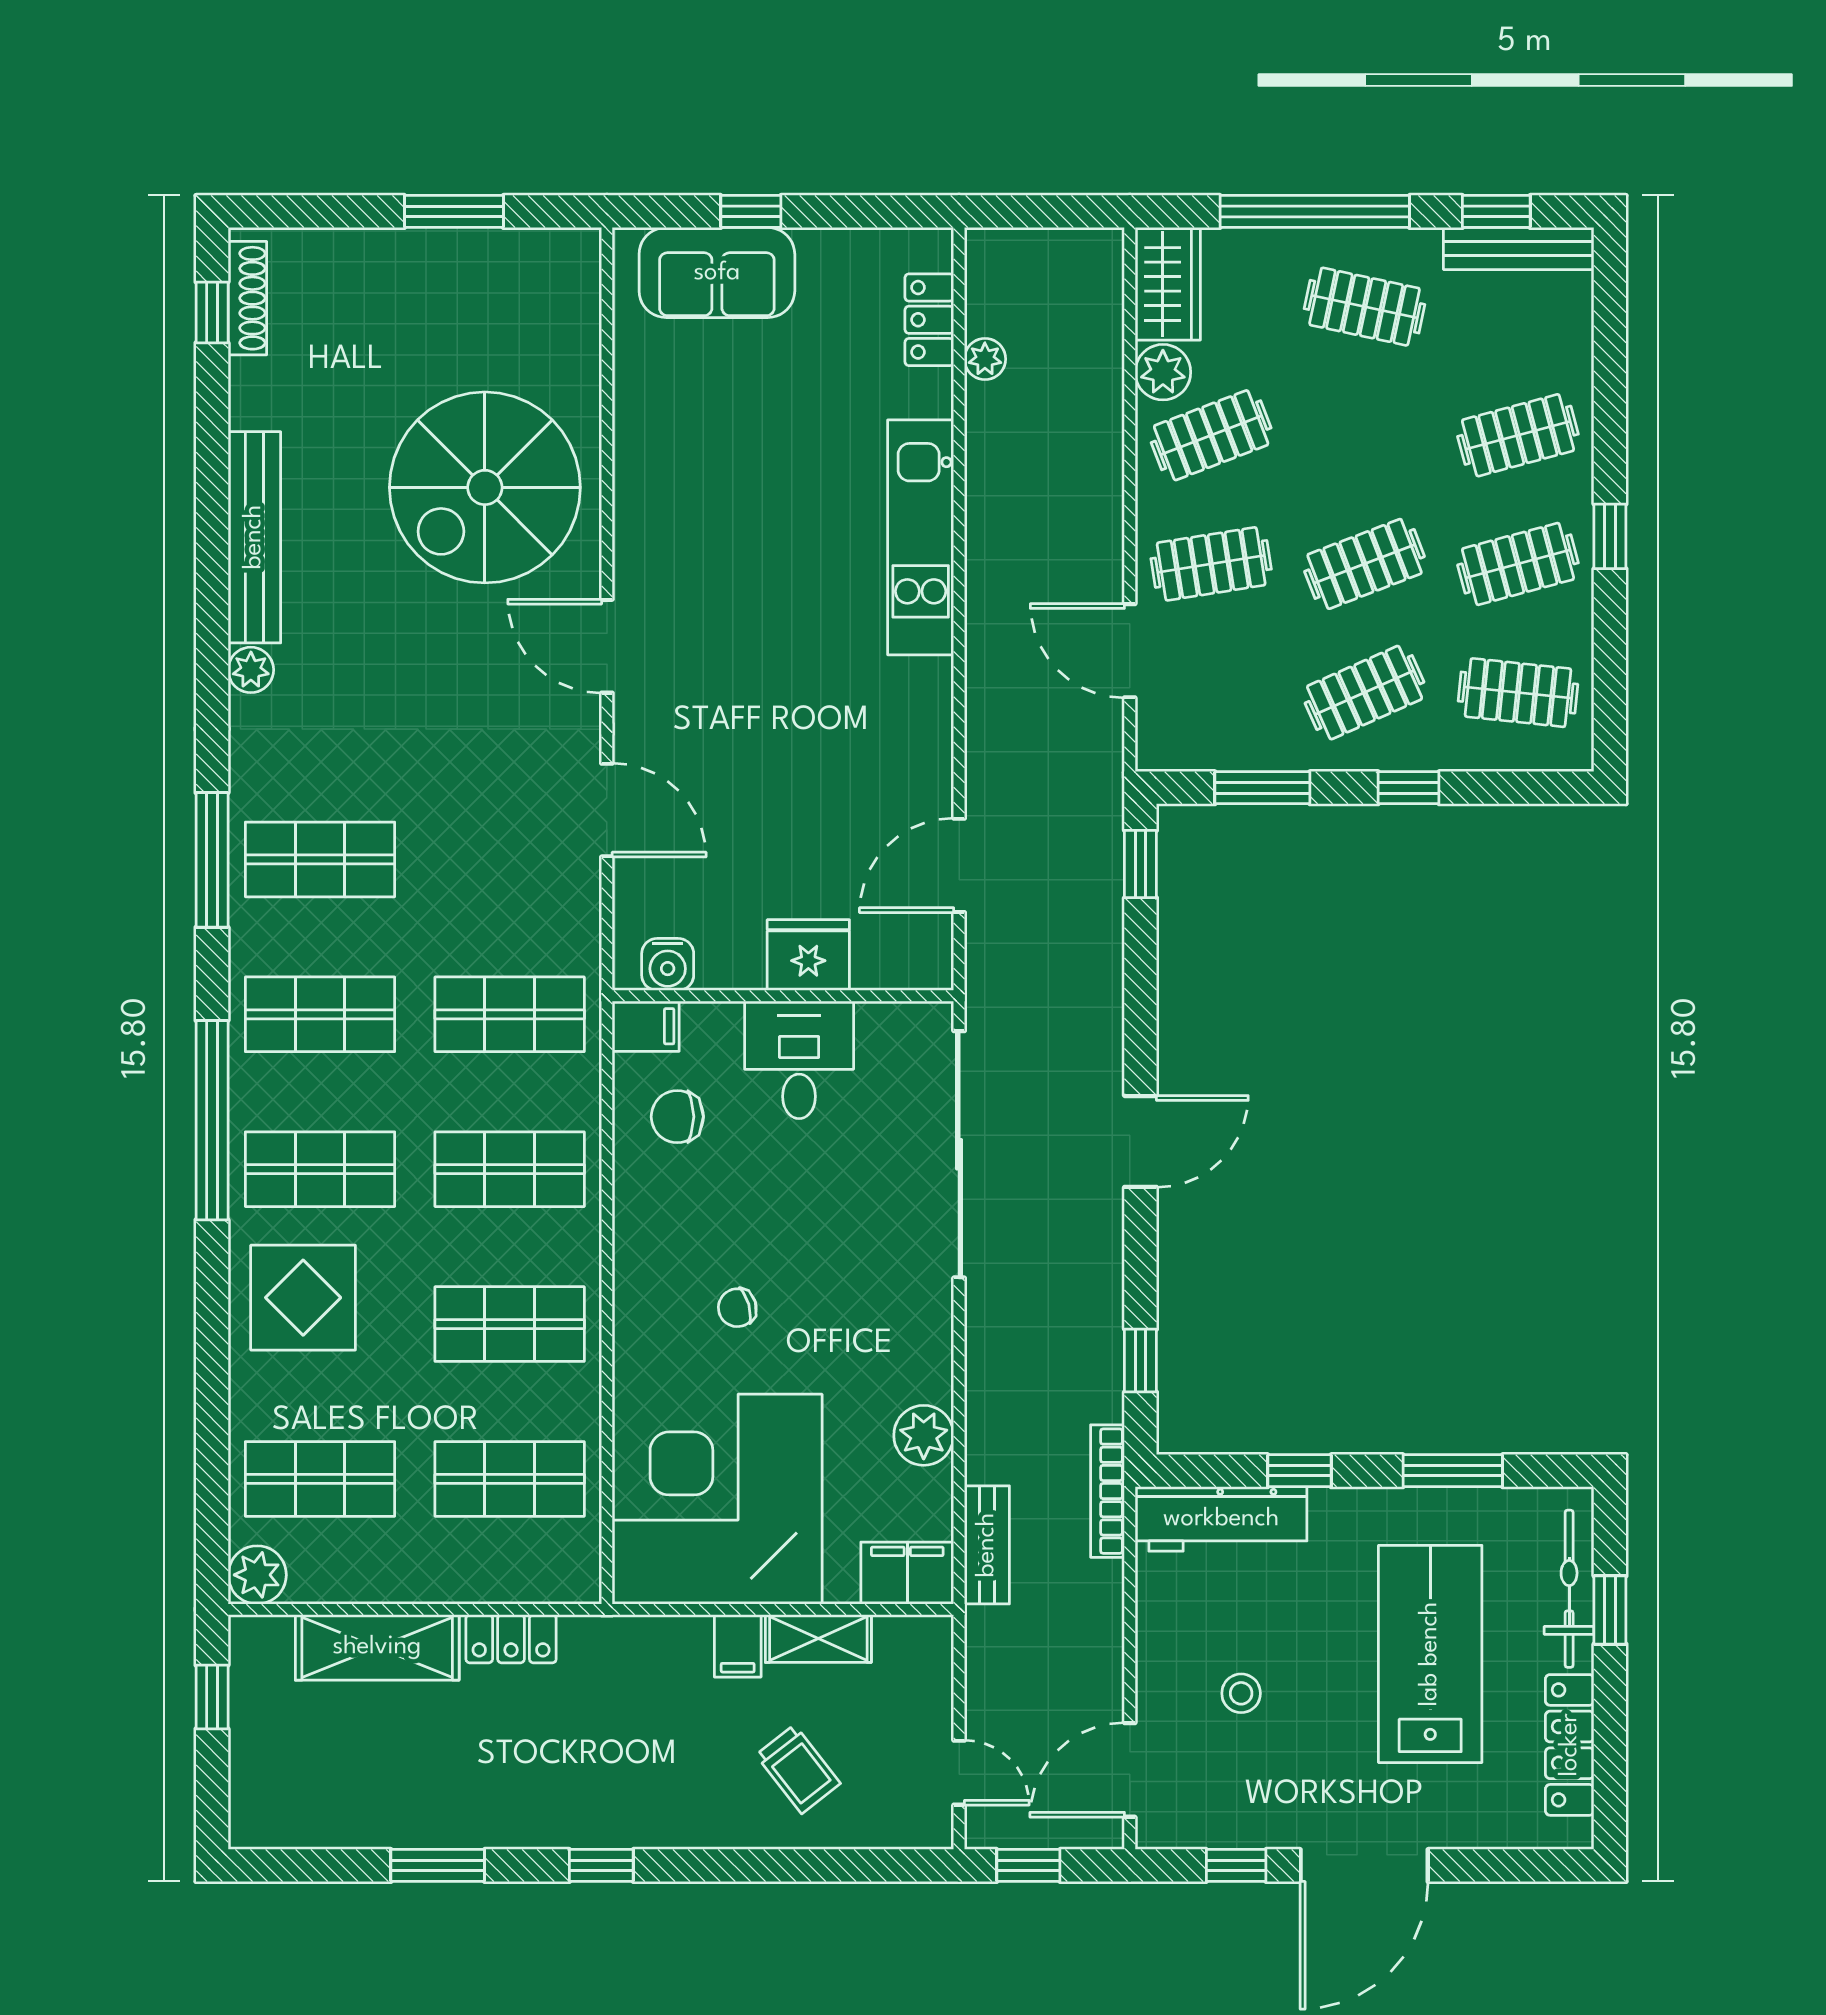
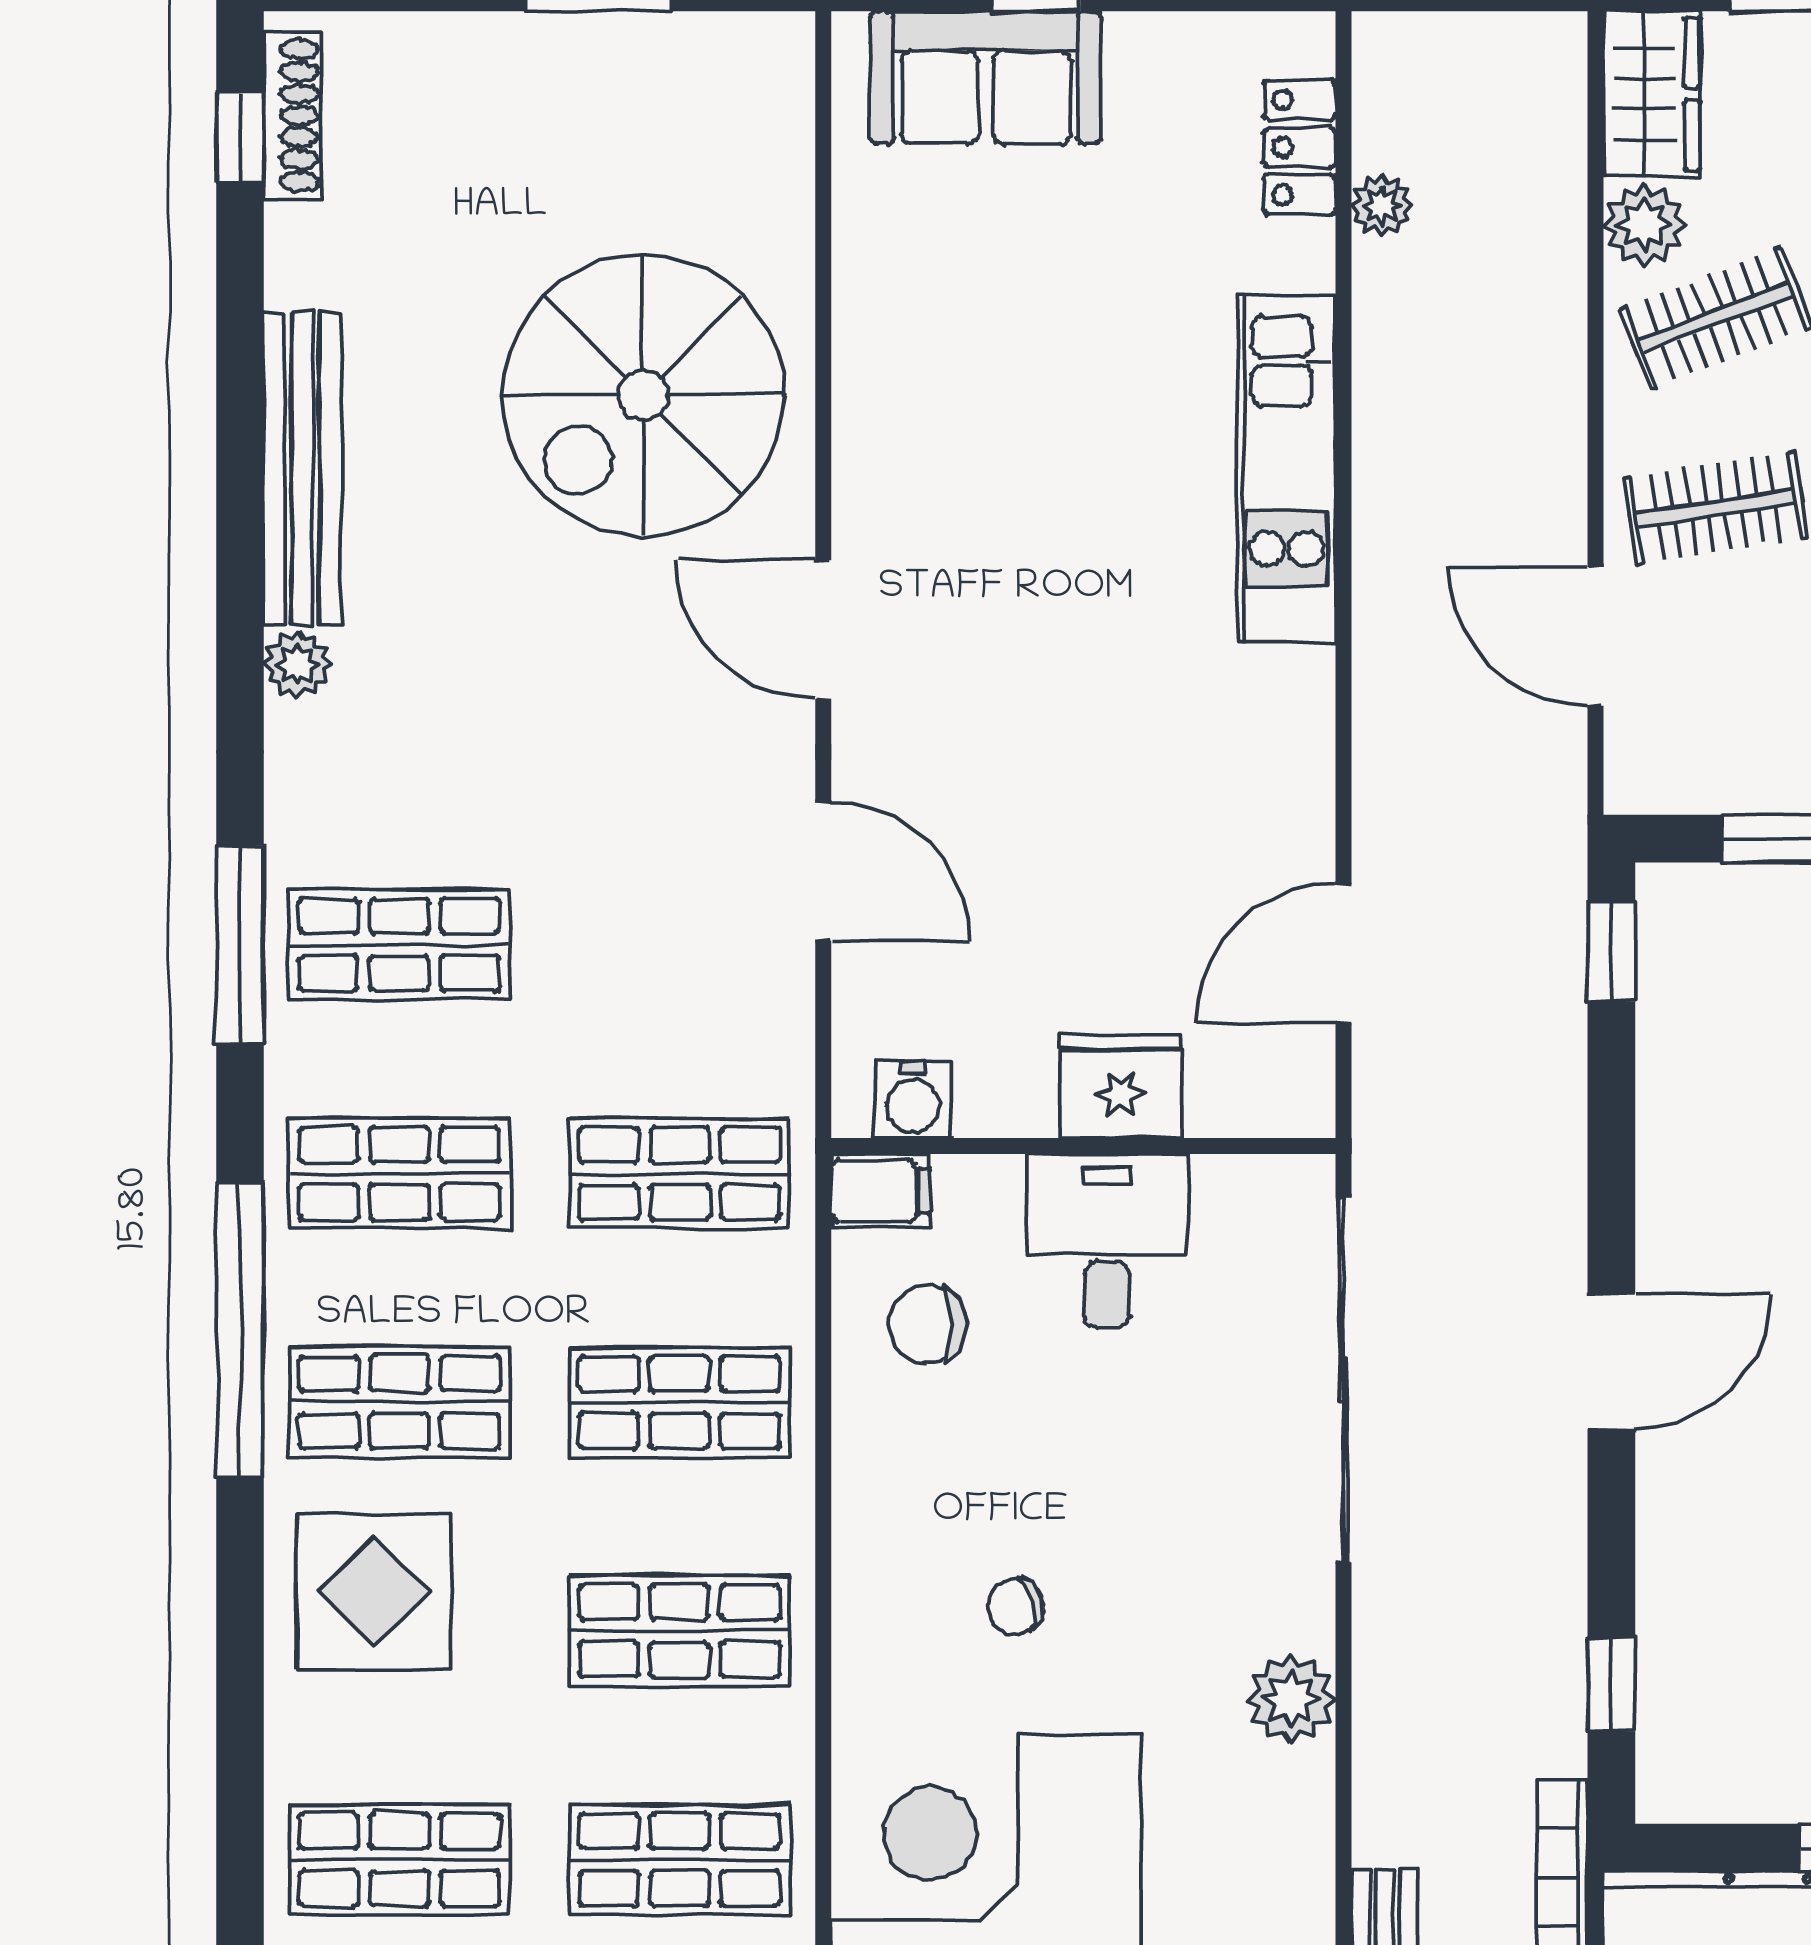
plant: (924, 1435) -> (1291, 1699), moved

